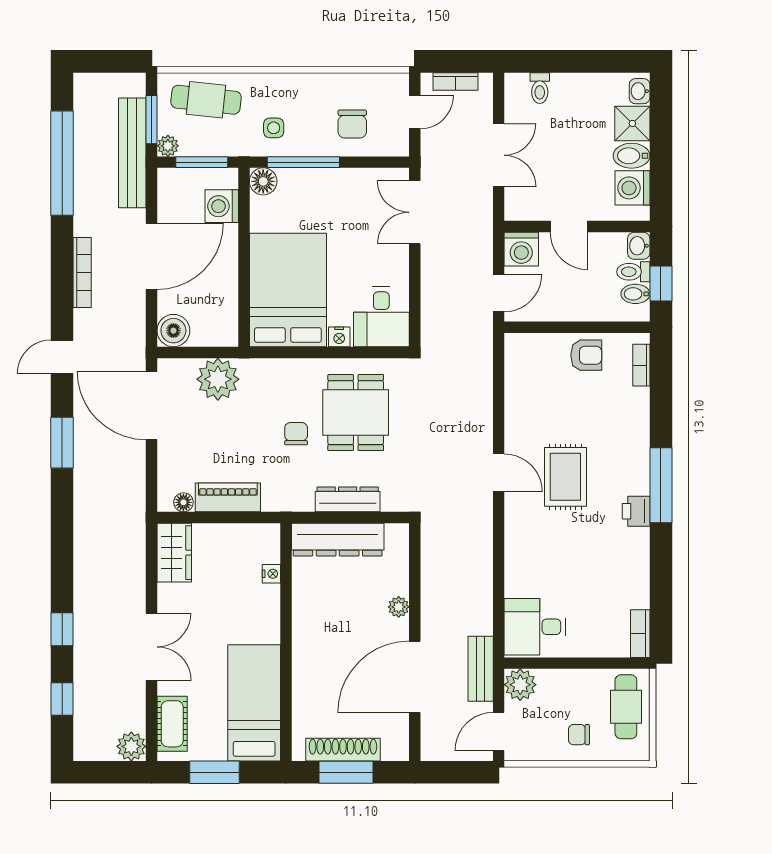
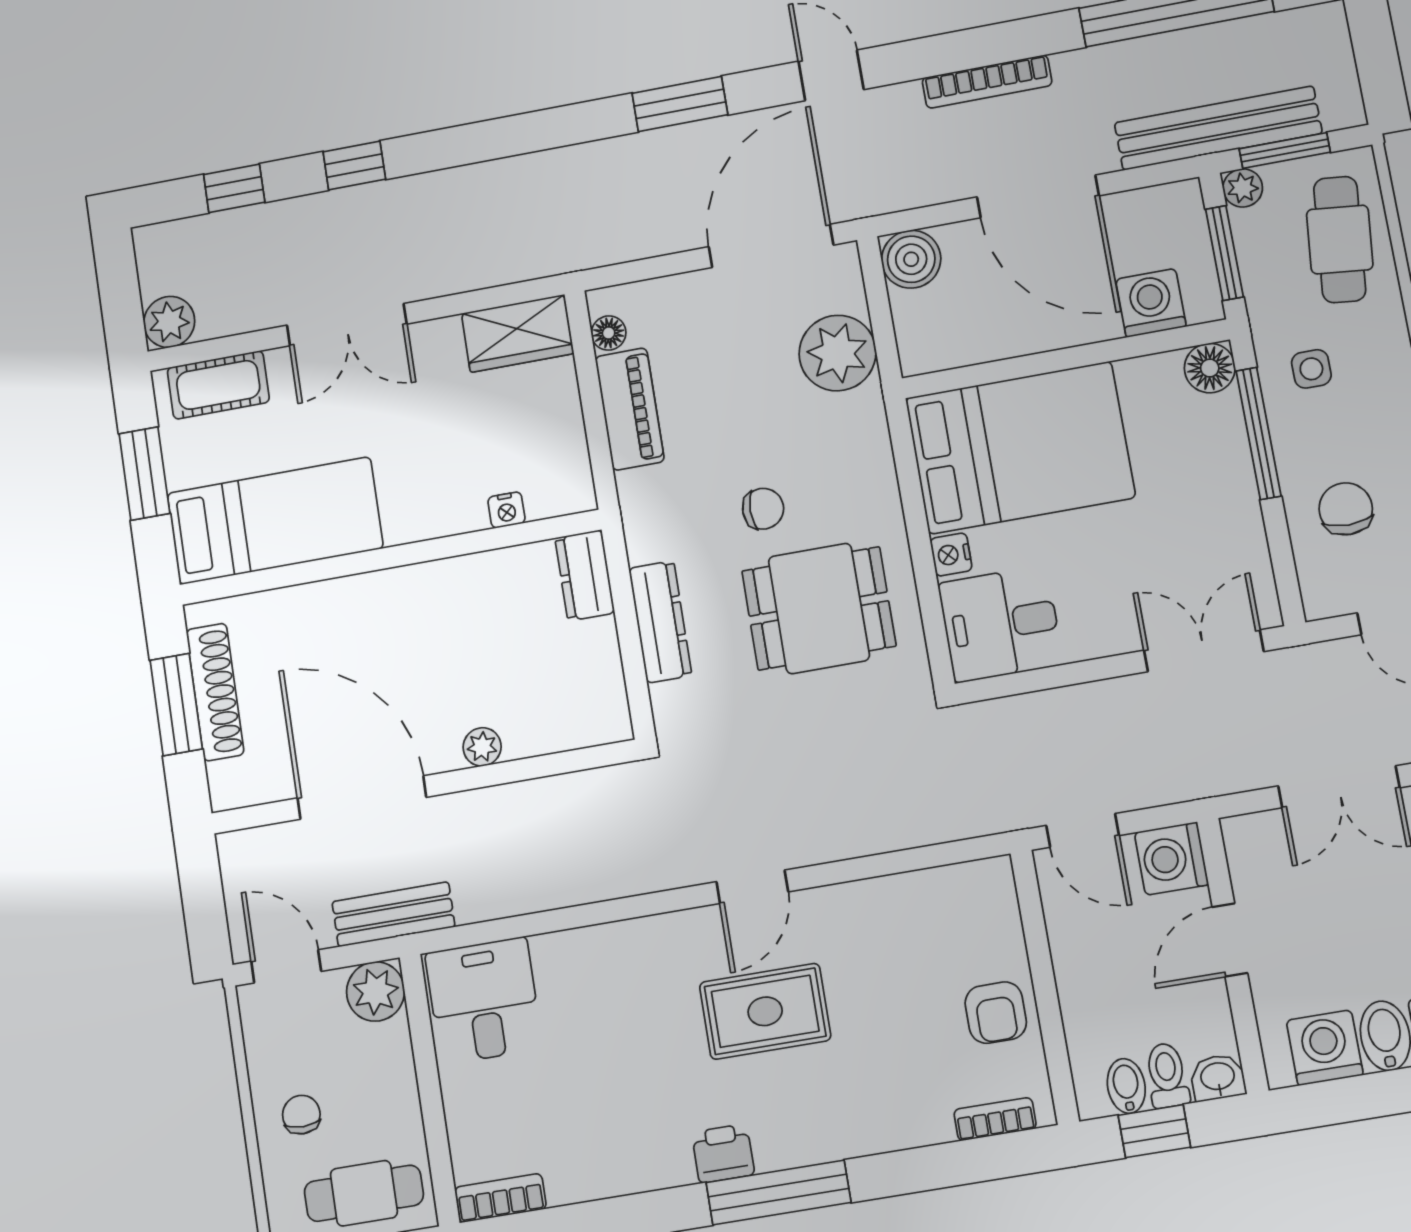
chair: (352, 124) -> (1346, 509), turned 90
dresser: (338, 540) -> (585, 575), width x0.51, depth x0.80

